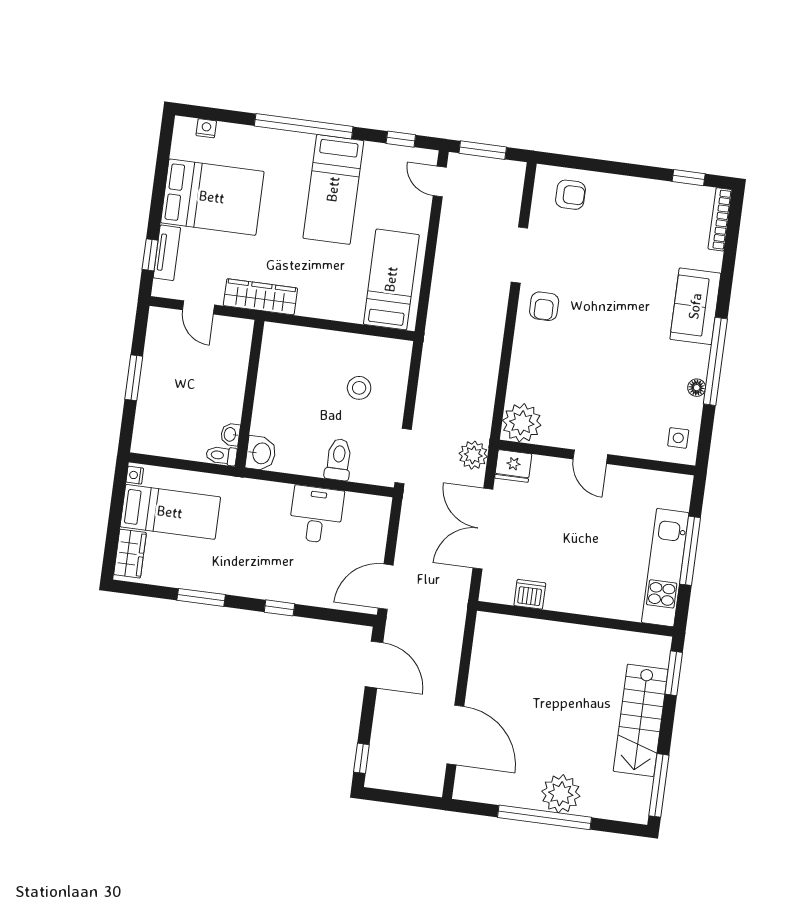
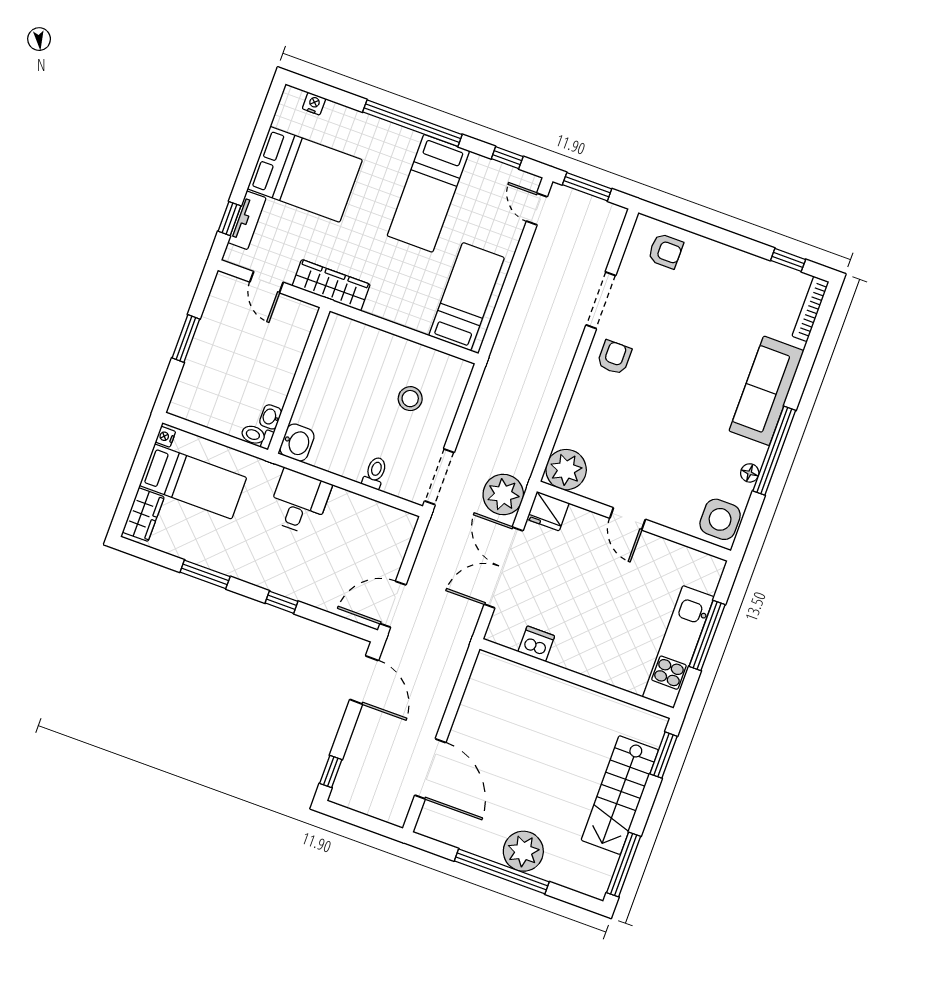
armchair: (544, 306) -> (614, 357), turned 180
sofa: (695, 306) -> (766, 391), width x1.36
side table: (678, 438) -> (720, 519), width x1.87, depth x1.87
plant: (473, 455) -> (503, 494), width x1.36, depth x1.36
toilet: (339, 460) -> (375, 473), width x0.73, depth x0.72
desk: (316, 515) -> (299, 502), moved

